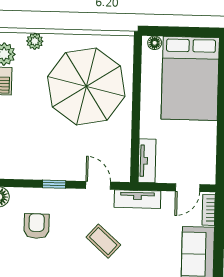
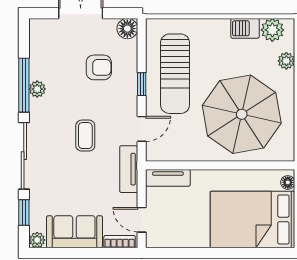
sun lounger: (45, 151) -> (175, 74), added
coffee table: (103, 241) -> (85, 136), turned -42

